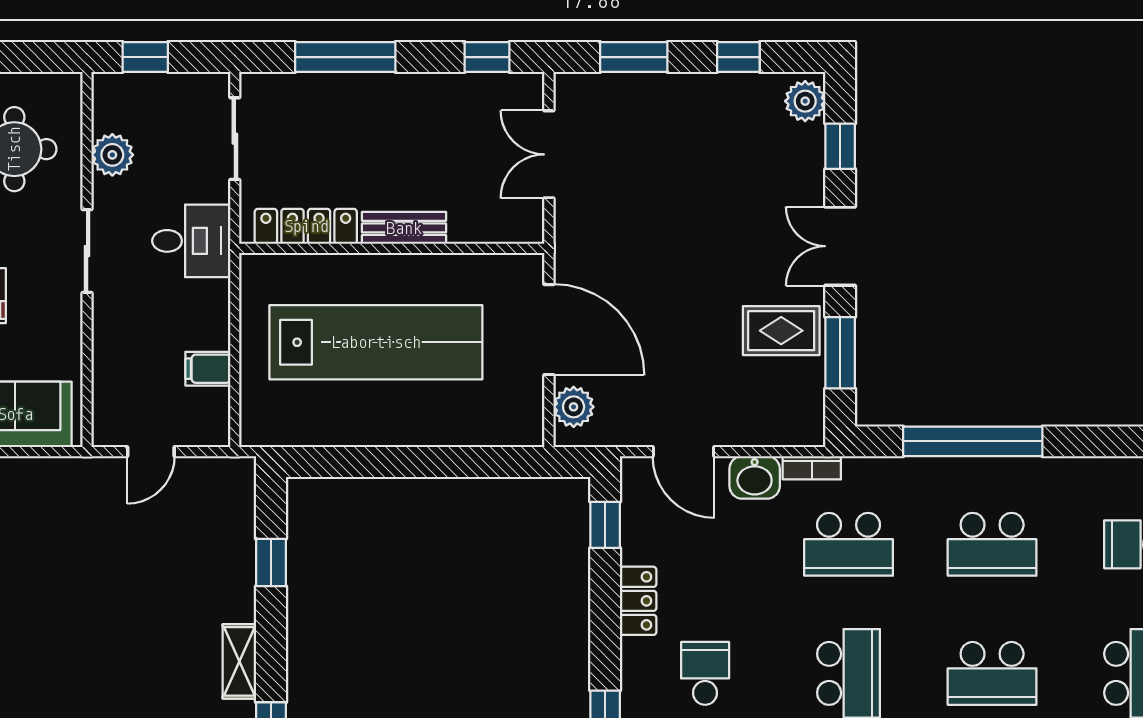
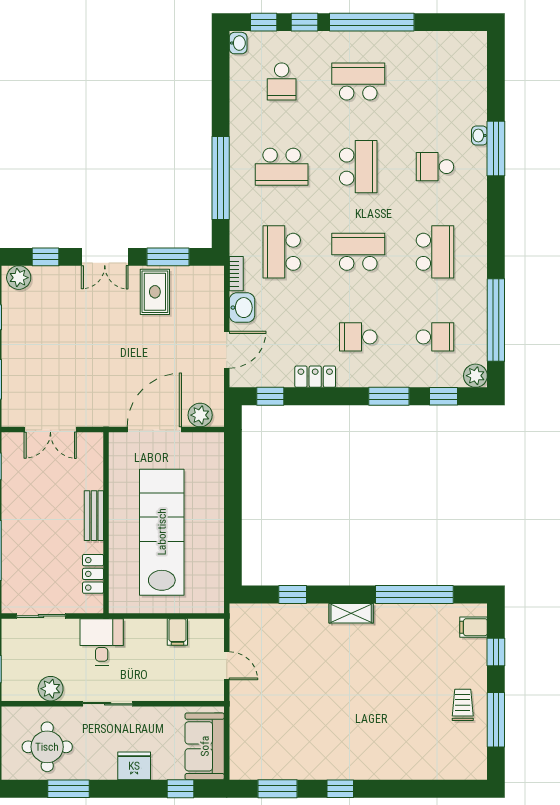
locker: (306, 226) -> (93, 574), width x0.66
school desk: (849, 544) -> (282, 252), turned 180
school desk: (992, 544) -> (282, 167), turned 90

